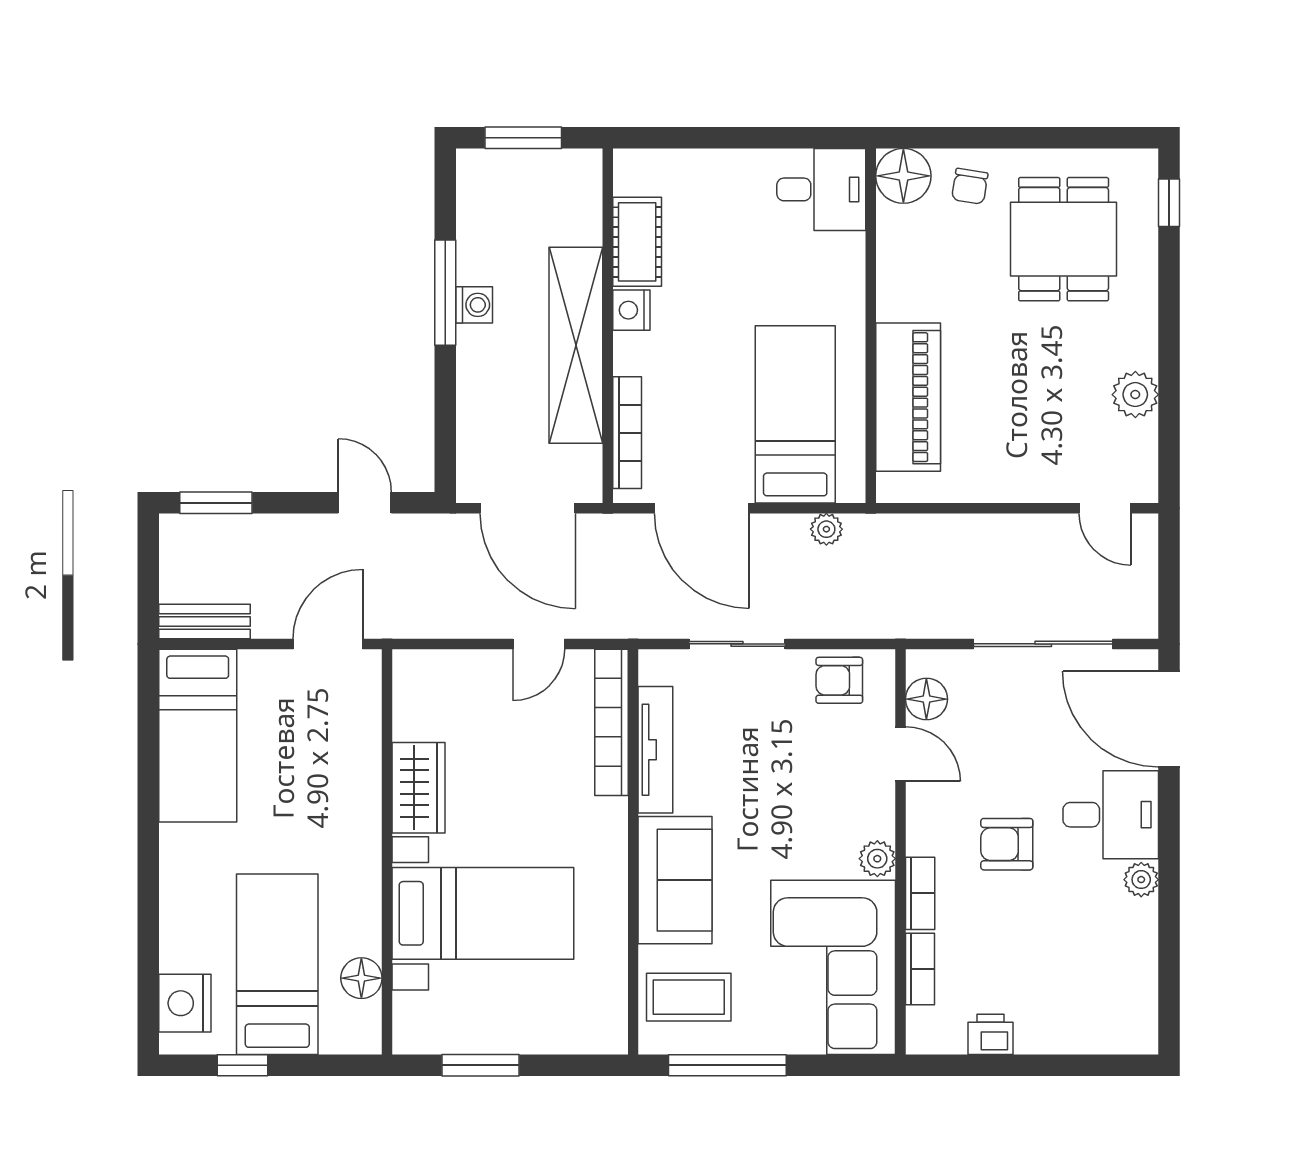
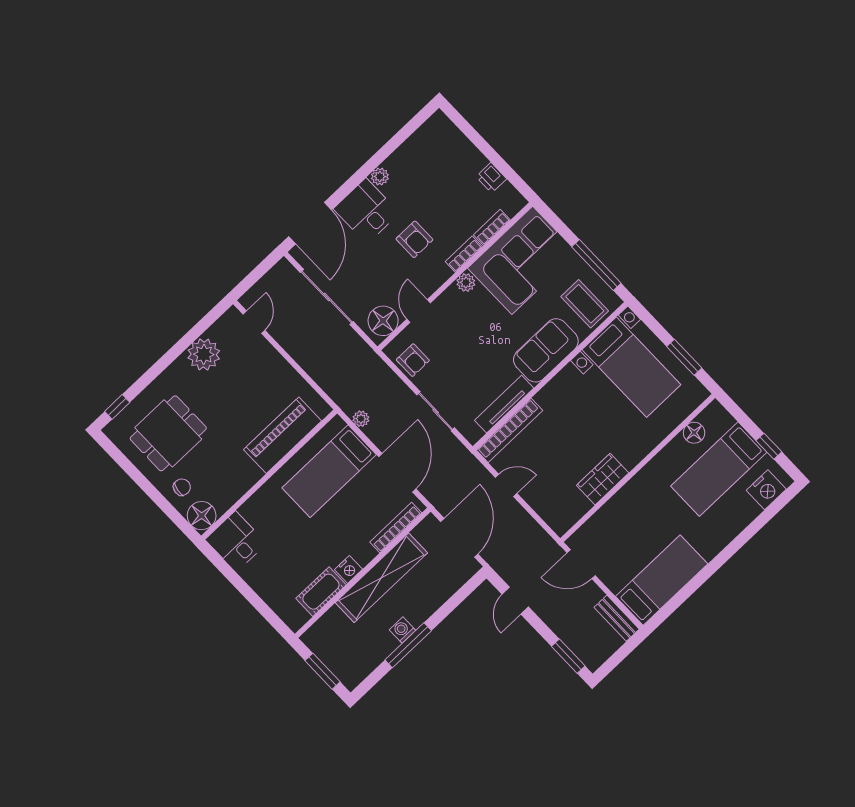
plant: (1135, 395) -> (204, 354), width x1.36, depth x1.36
floor lamp: (926, 699) -> (383, 321), width x1.38, depth x1.38
bed with nightstands: (483, 913) -> (631, 367), moved, turned 180

